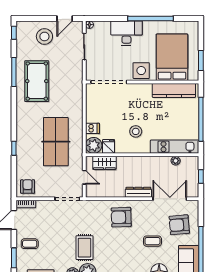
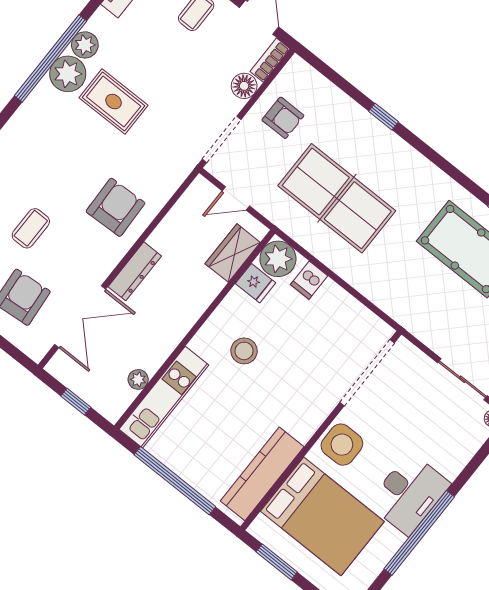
desk: (126, 33) -> (409, 494), moved
armchair: (28, 186) -> (283, 118), moved
floor lamp: (42, 206) -> (244, 86), added

